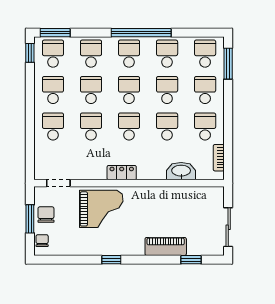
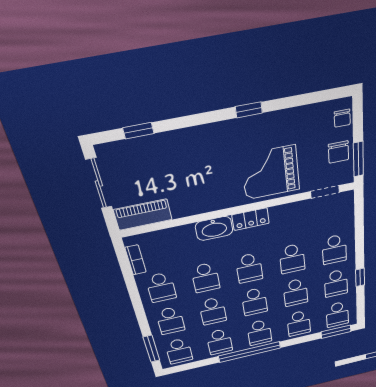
window: (30, 53) -> (360, 277), moved
washbasin: (181, 171) -> (214, 228), moved
window: (30, 219) -> (358, 159), moved
piano: (166, 246) -> (143, 215), moved, turned 180

